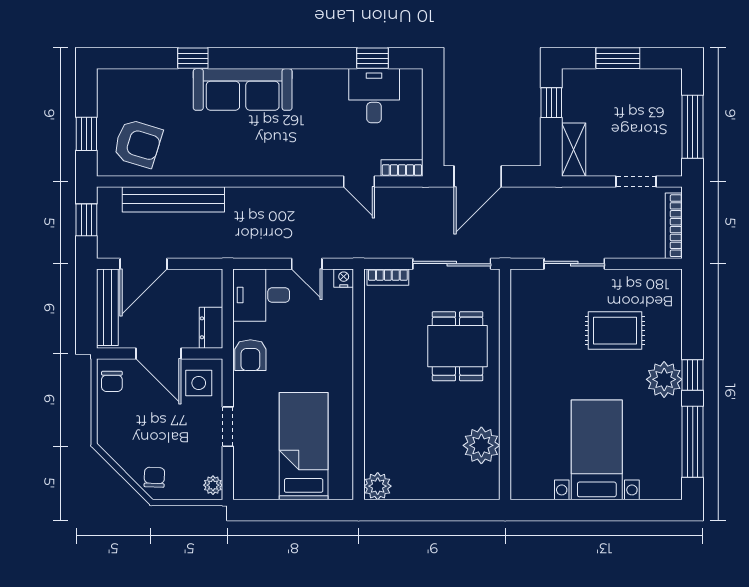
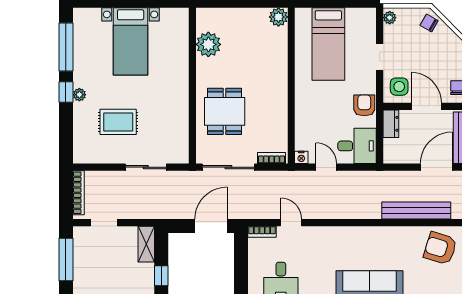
plant: (664, 379) -> (79, 95), width x0.53, depth x0.53
chair: (154, 477) -> (429, 23), turned 118

